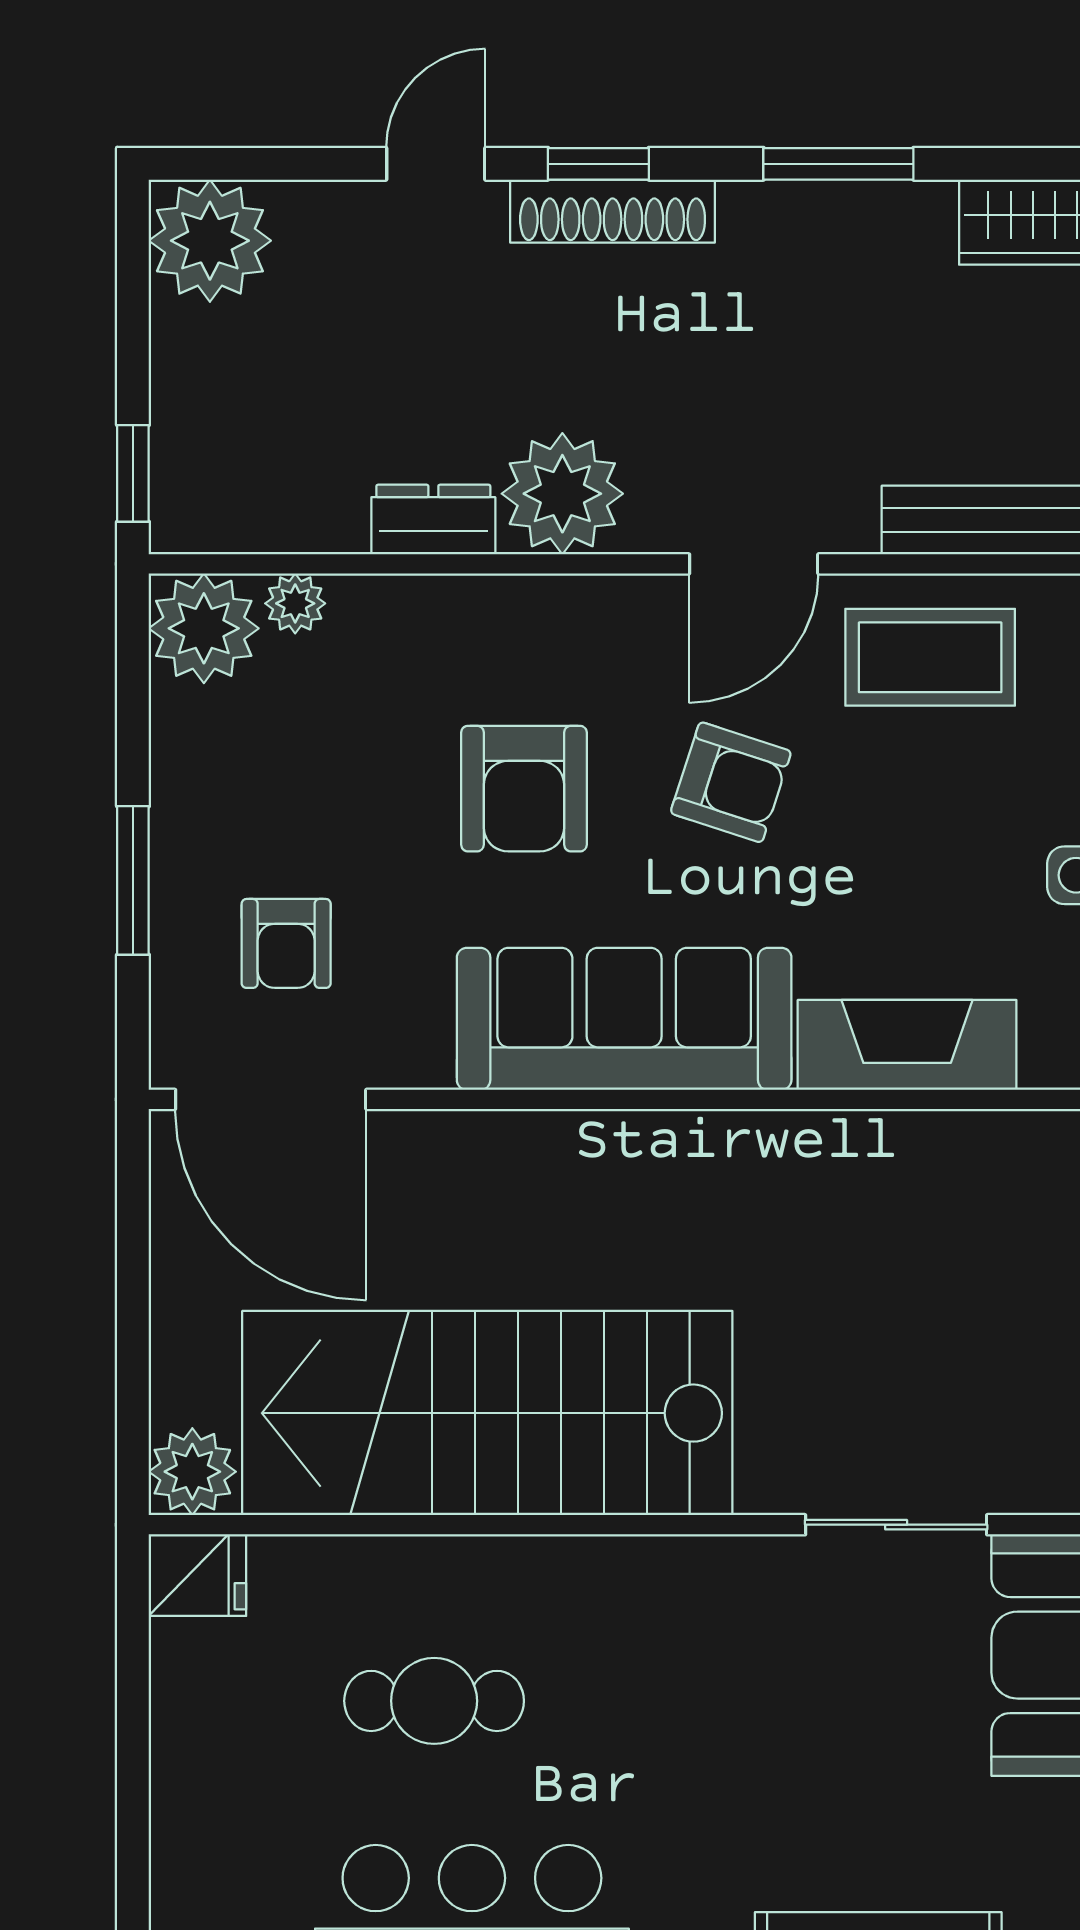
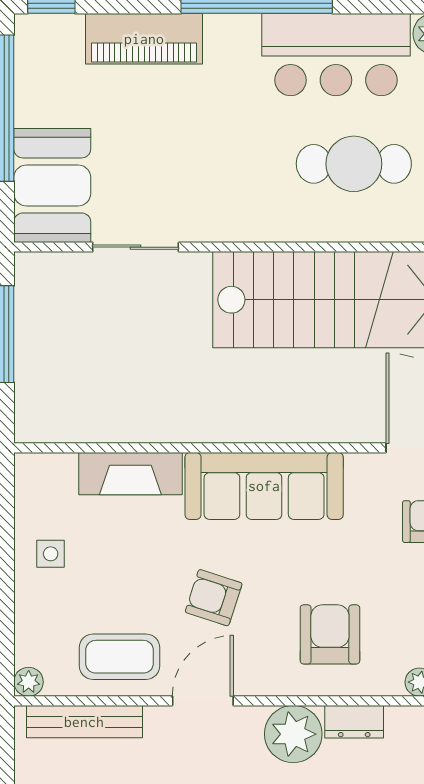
armchair: (524, 789) -> (330, 634), moved
cafe table: (434, 1701) -> (354, 164), width x1.37, depth x1.35

